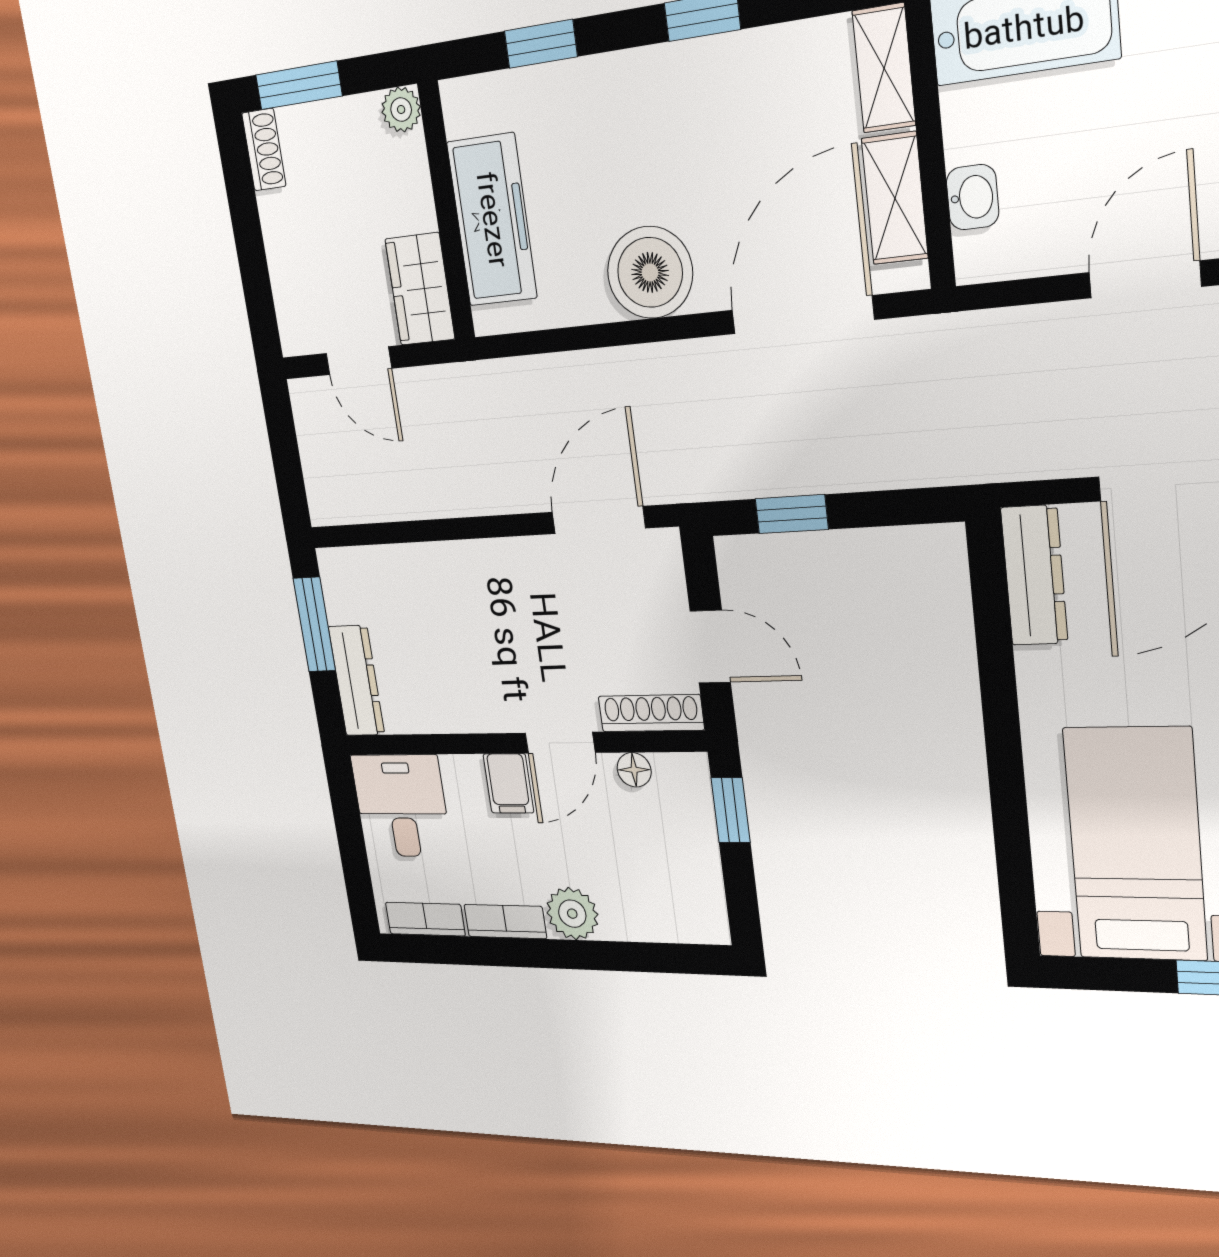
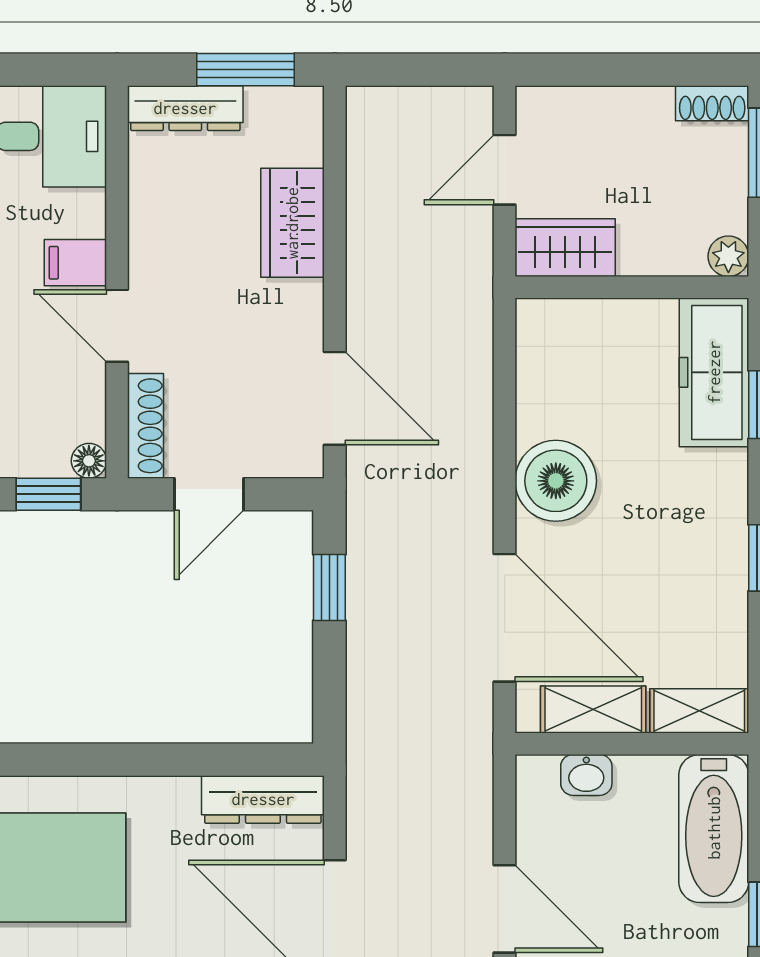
freezer: (492, 220) -> (714, 372), moved, turned 90
wardrobe: (440, 573) -> (292, 223), added
floor lamp: (634, 770) -> (89, 461), moved

